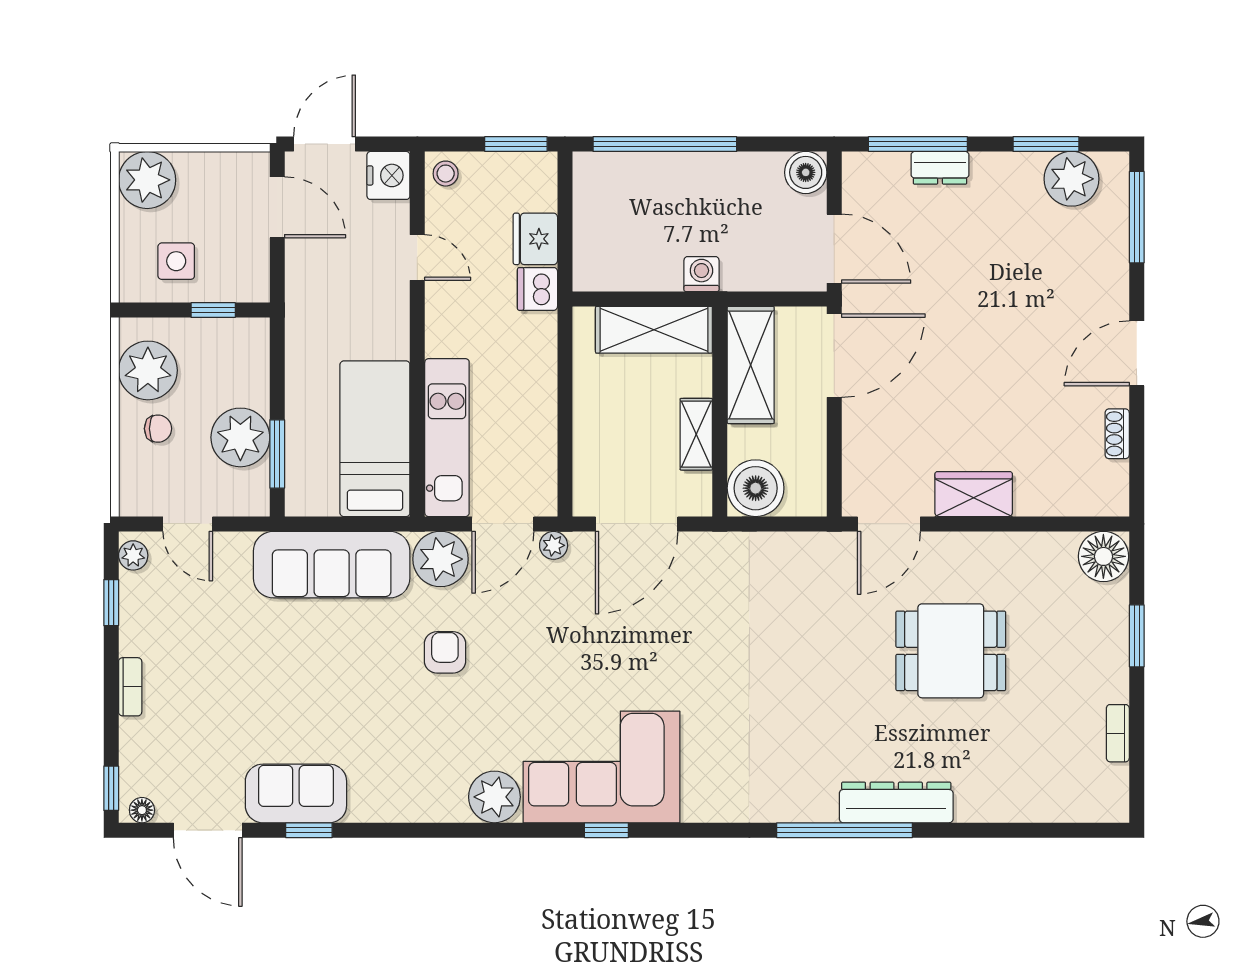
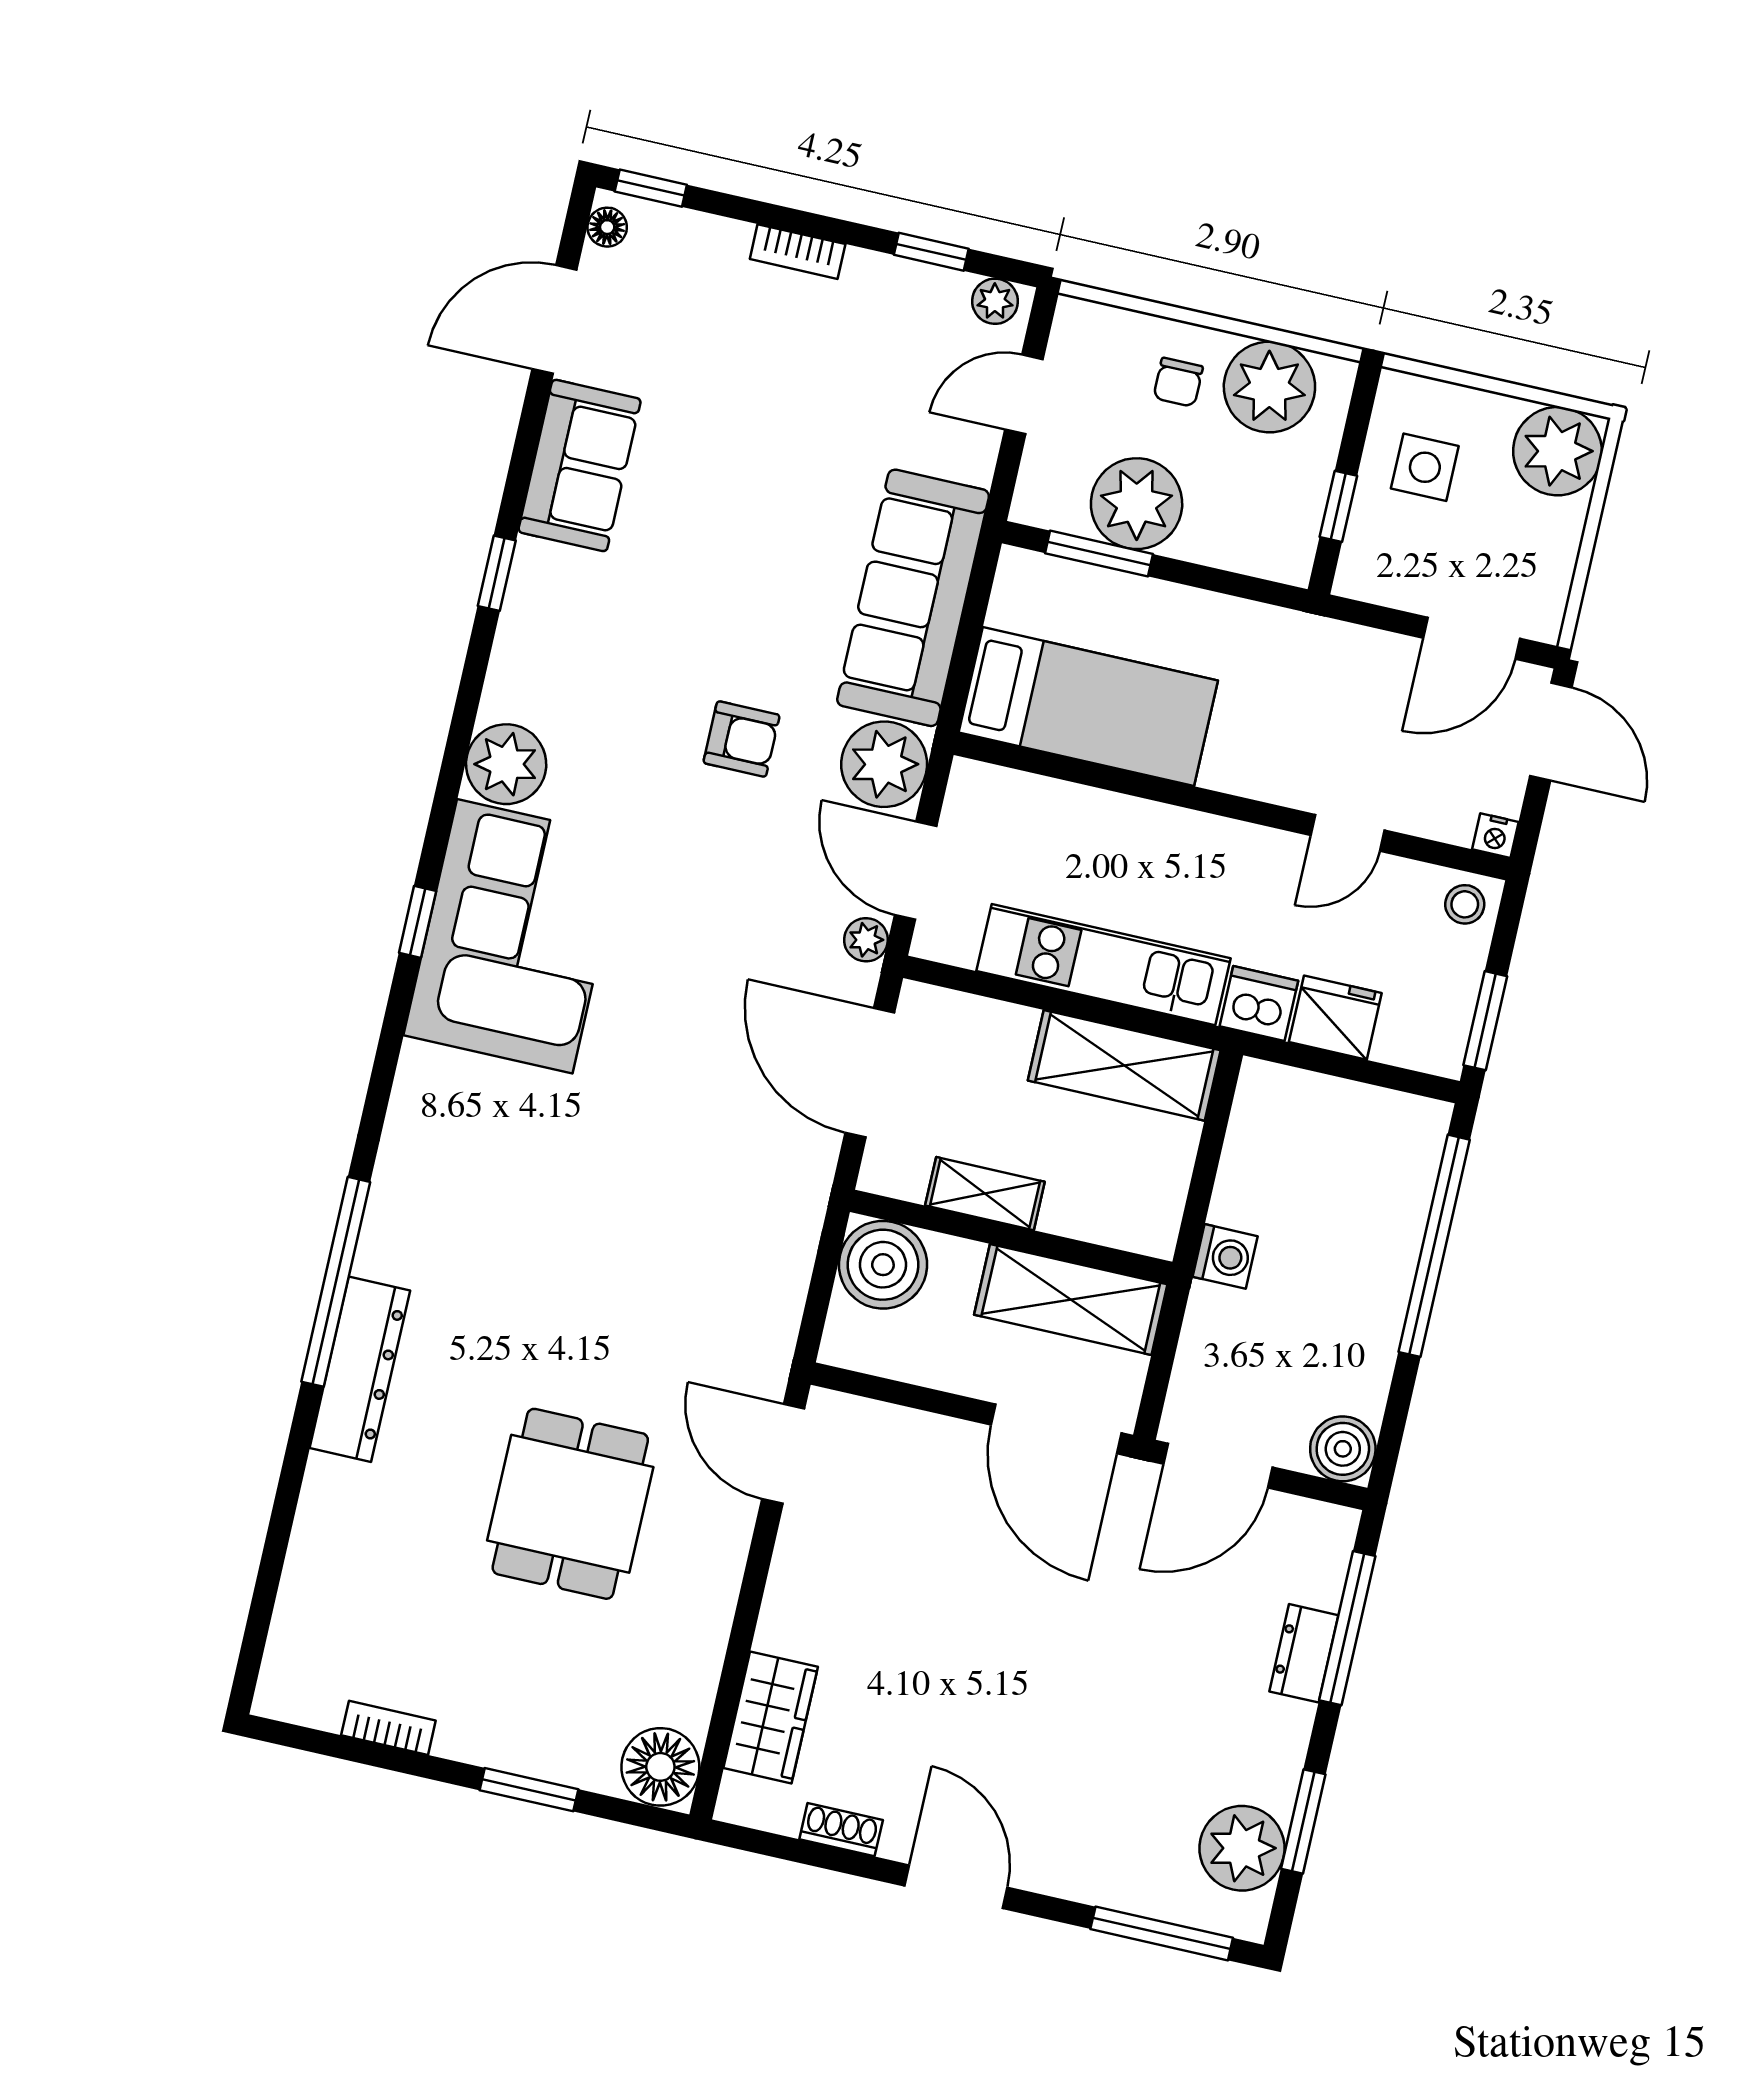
nightstand: (388, 175) -> (1495, 836), width x0.53, depth x0.56
shelving: (654, 330) -> (1124, 1065), moved, turned 90
kitchen unit: (447, 438) -> (1103, 965), moved, turned 180
wardrobe: (974, 494) -> (771, 1717), moved
window: (309, 830) -> (497, 573), moved

